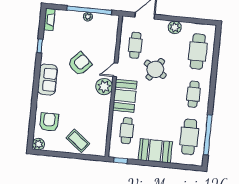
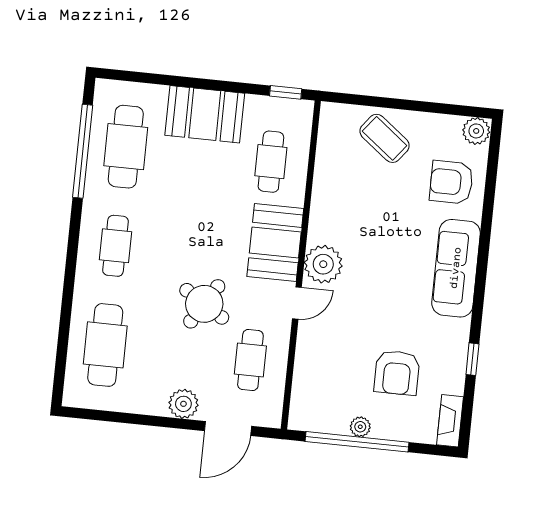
plant: (175, 27) -> (183, 404), moved
armchair: (80, 64) -> (397, 373), moved, turned -44
sofa: (47, 80) -> (456, 268), width x1.36
armchair: (49, 122) -> (451, 182), turned 90

